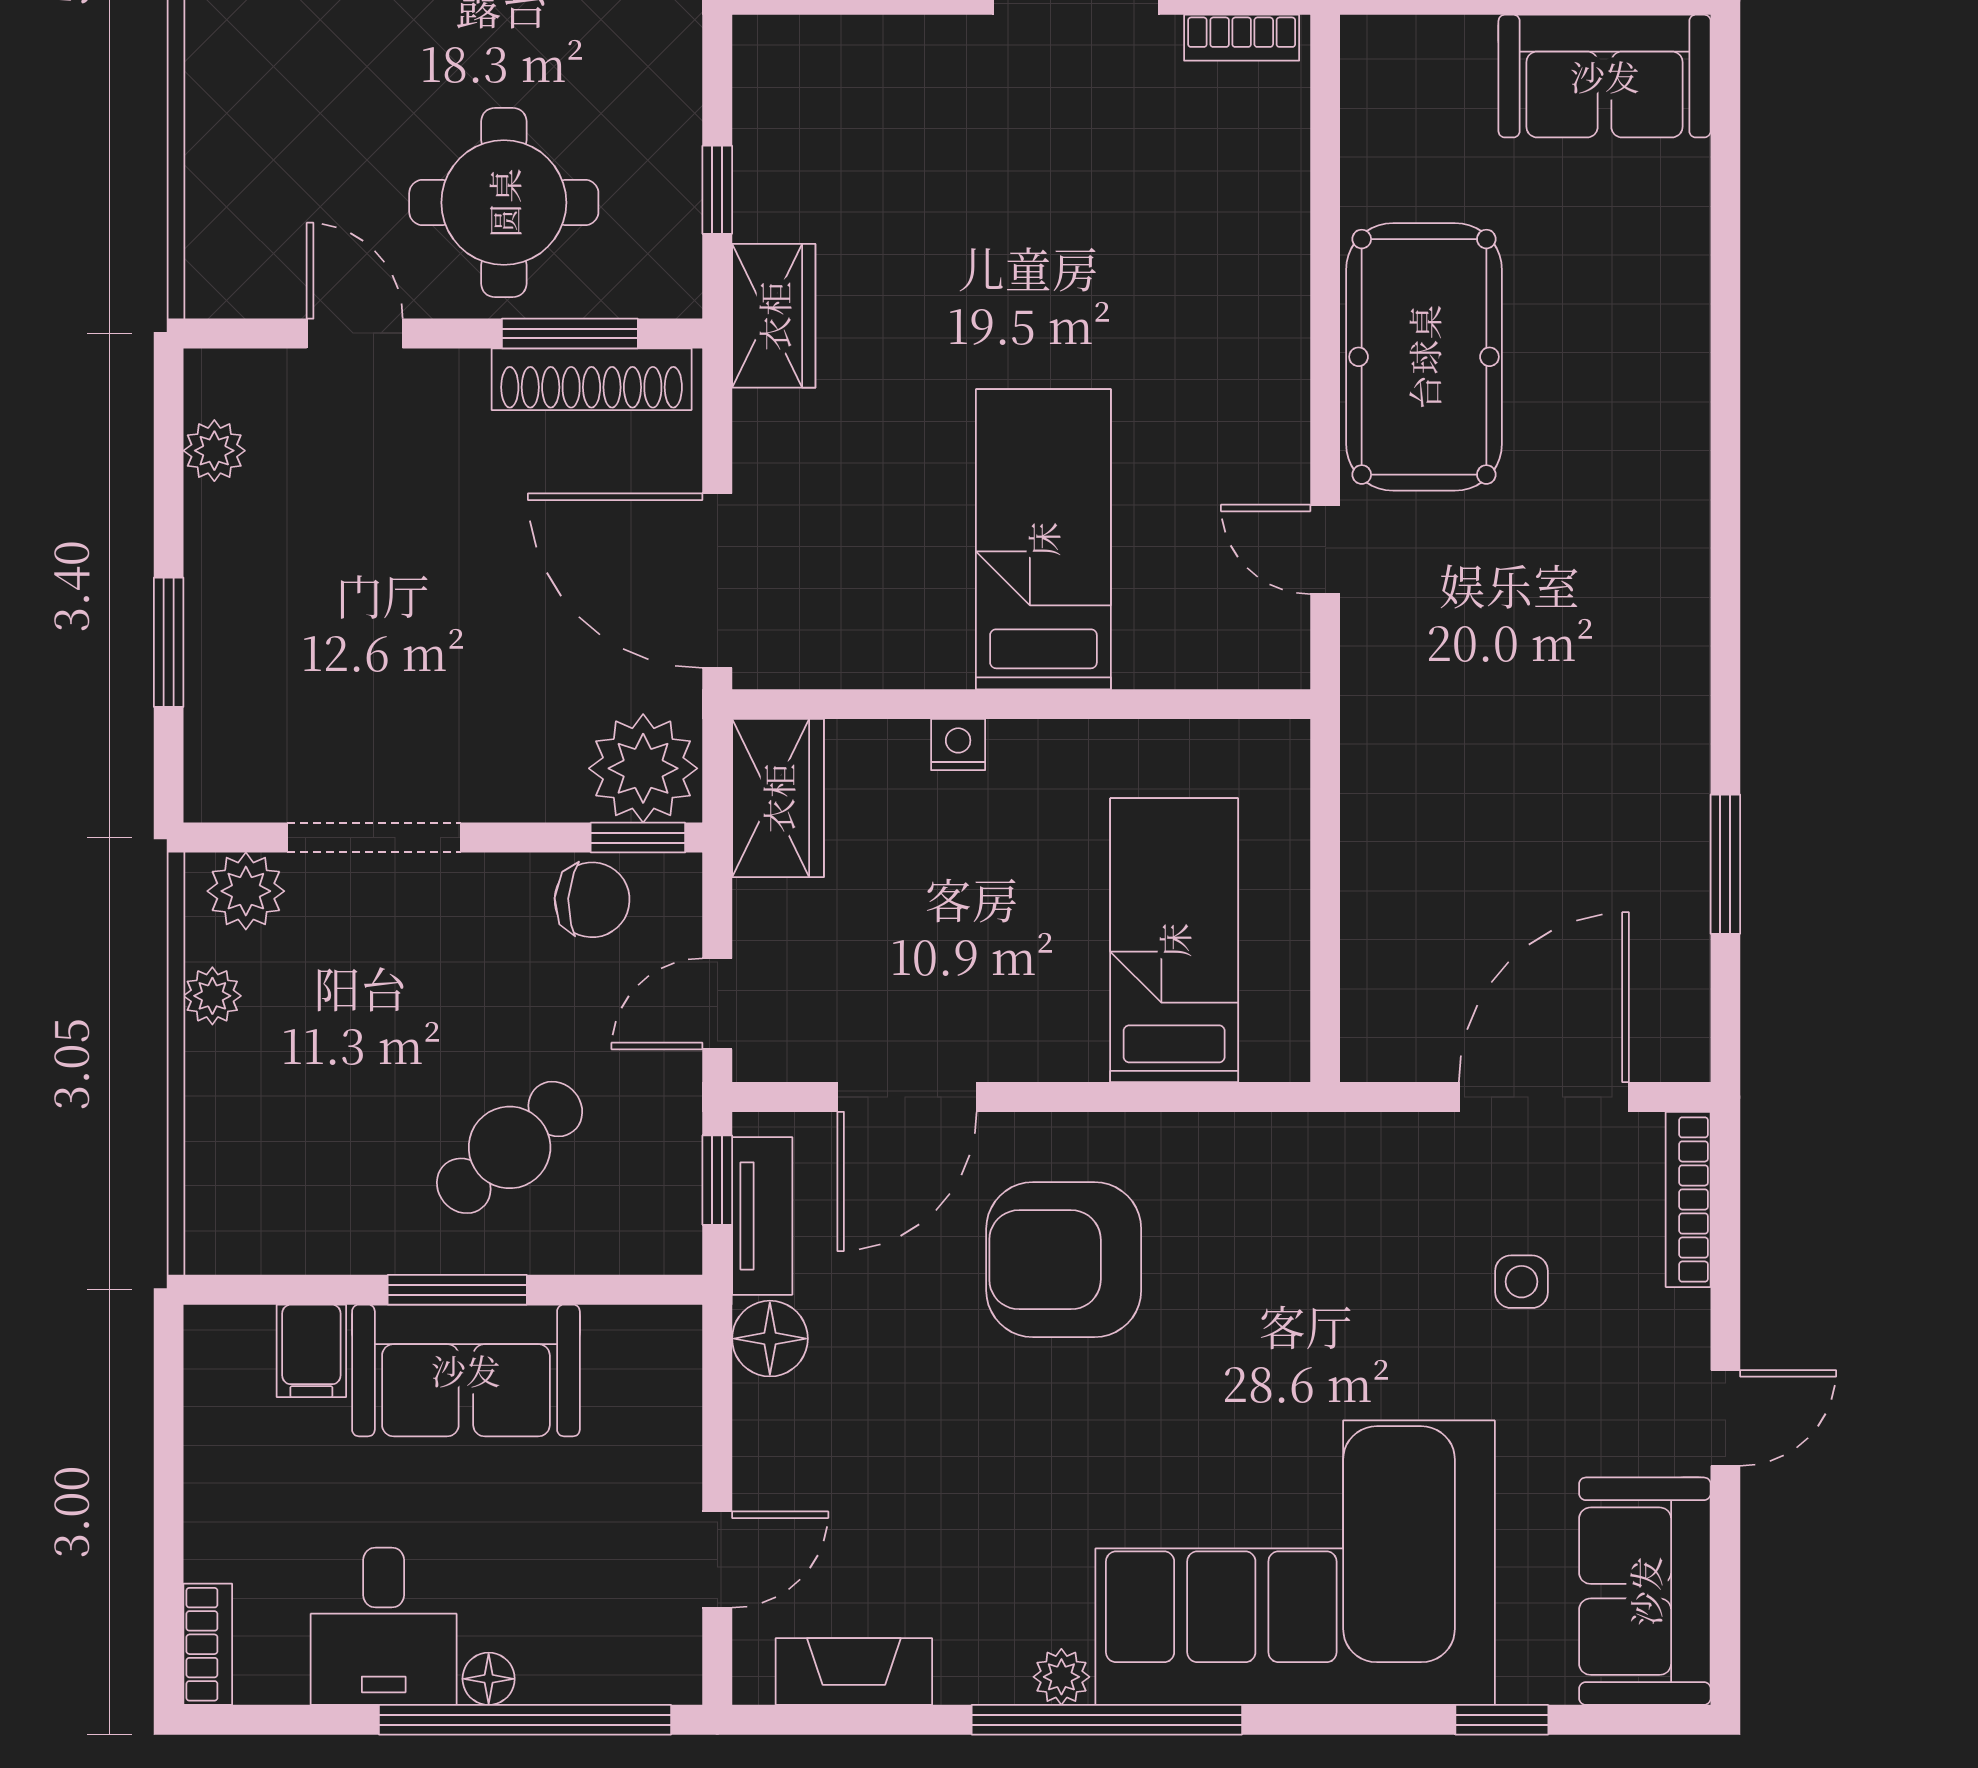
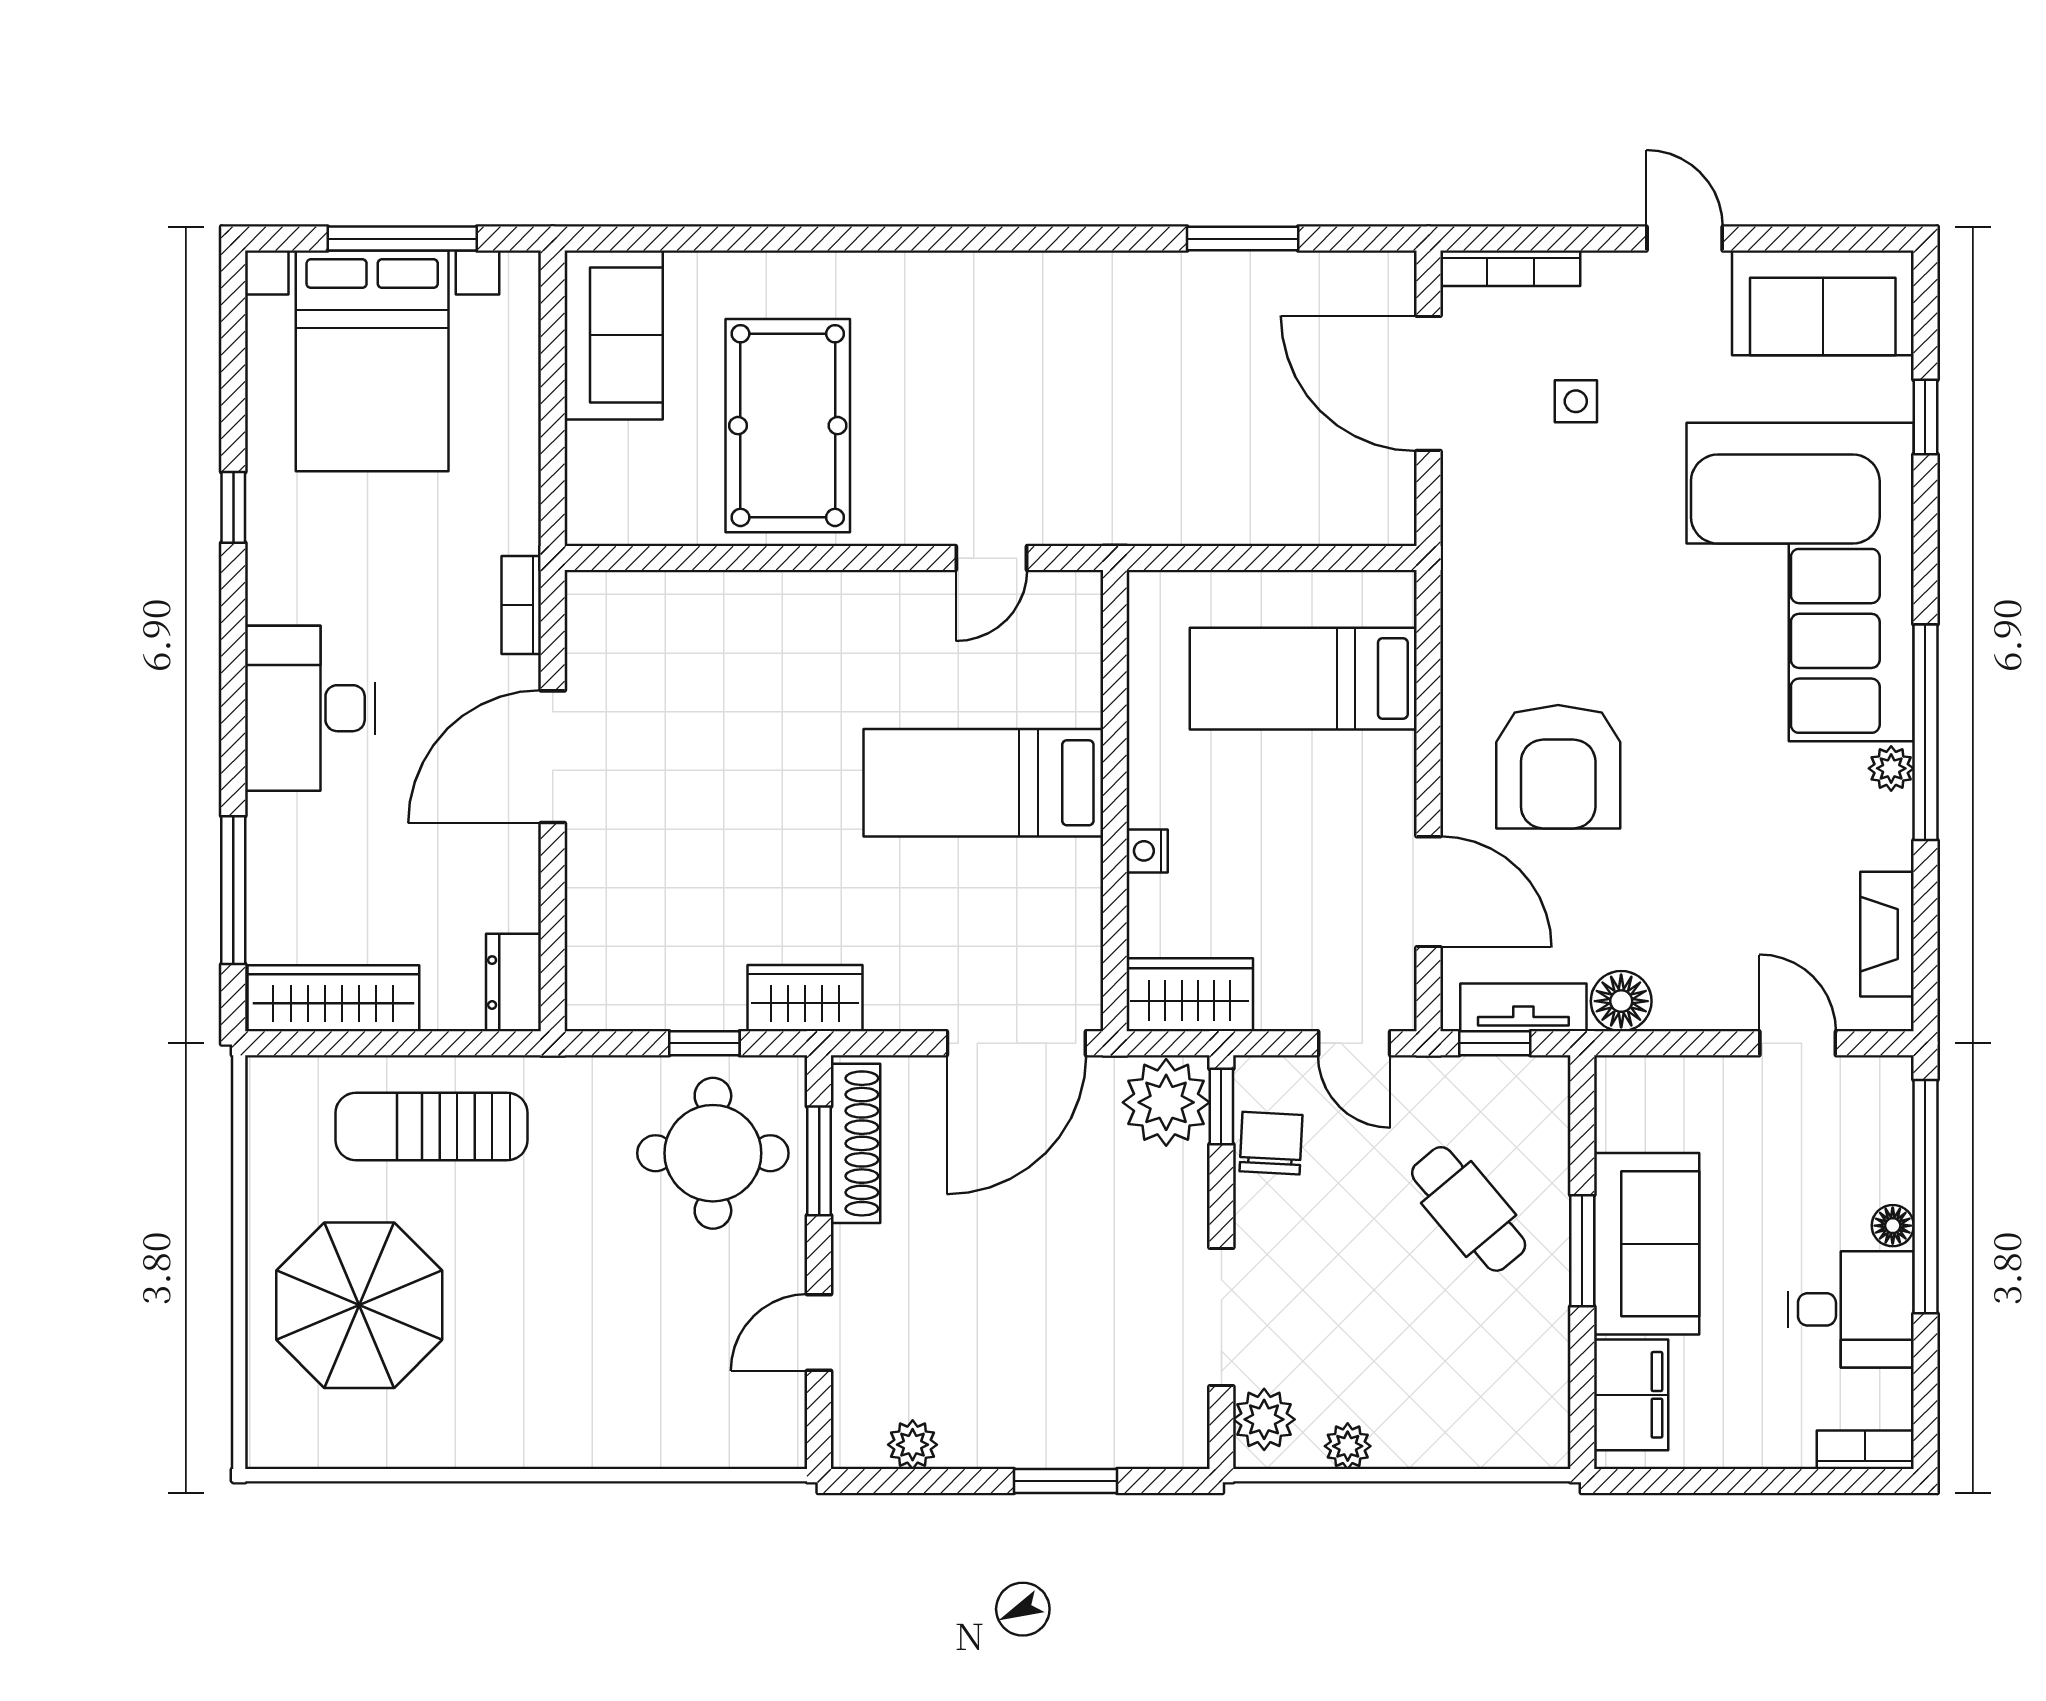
bookcase: (1242, 38) -> (583, 625), removed
round table: (504, 203) -> (713, 1153), moved
pool table: (1424, 357) -> (788, 426), moved, turned 90
filing cabinet: (311, 1351) -> (1631, 1395), width x2.00

